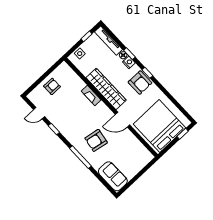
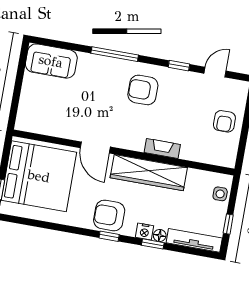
door: (123, 120) -> (95, 147), swing flipped
armchair: (96, 140) -> (143, 90), moved, turned -100

